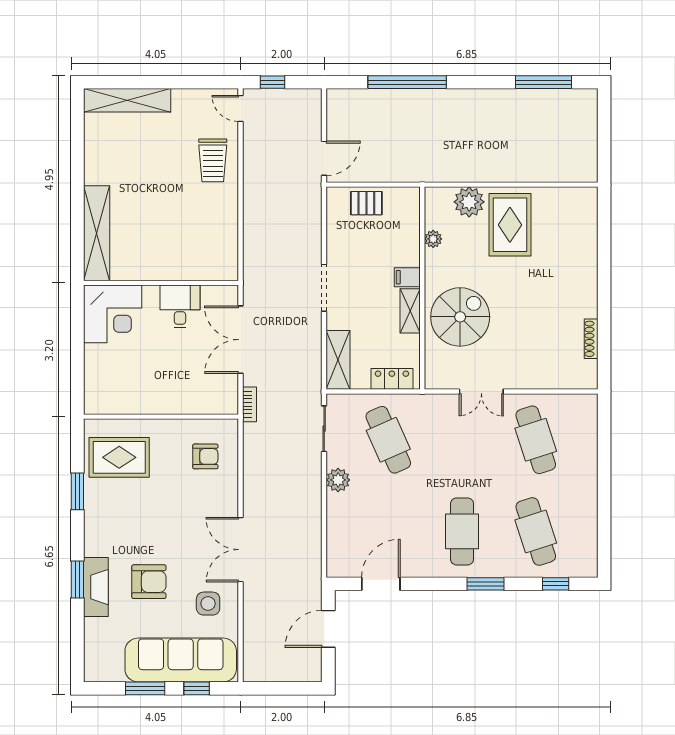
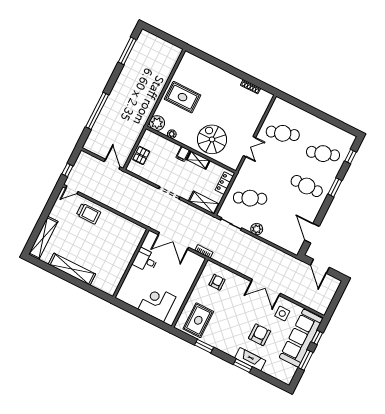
plant: (469, 202) -> (157, 123), moved
shelving: (97, 233) -> (72, 269), moved
corner desk: (113, 314) -> (157, 303), moved, turned -90

